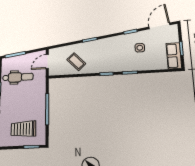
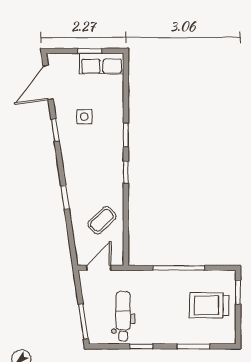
door: (159, 26) -> (48, 83), hinge flipped
door: (47, 61) -> (99, 268), swing flipped
trolley: (23, 129) -> (209, 305), turned 90

